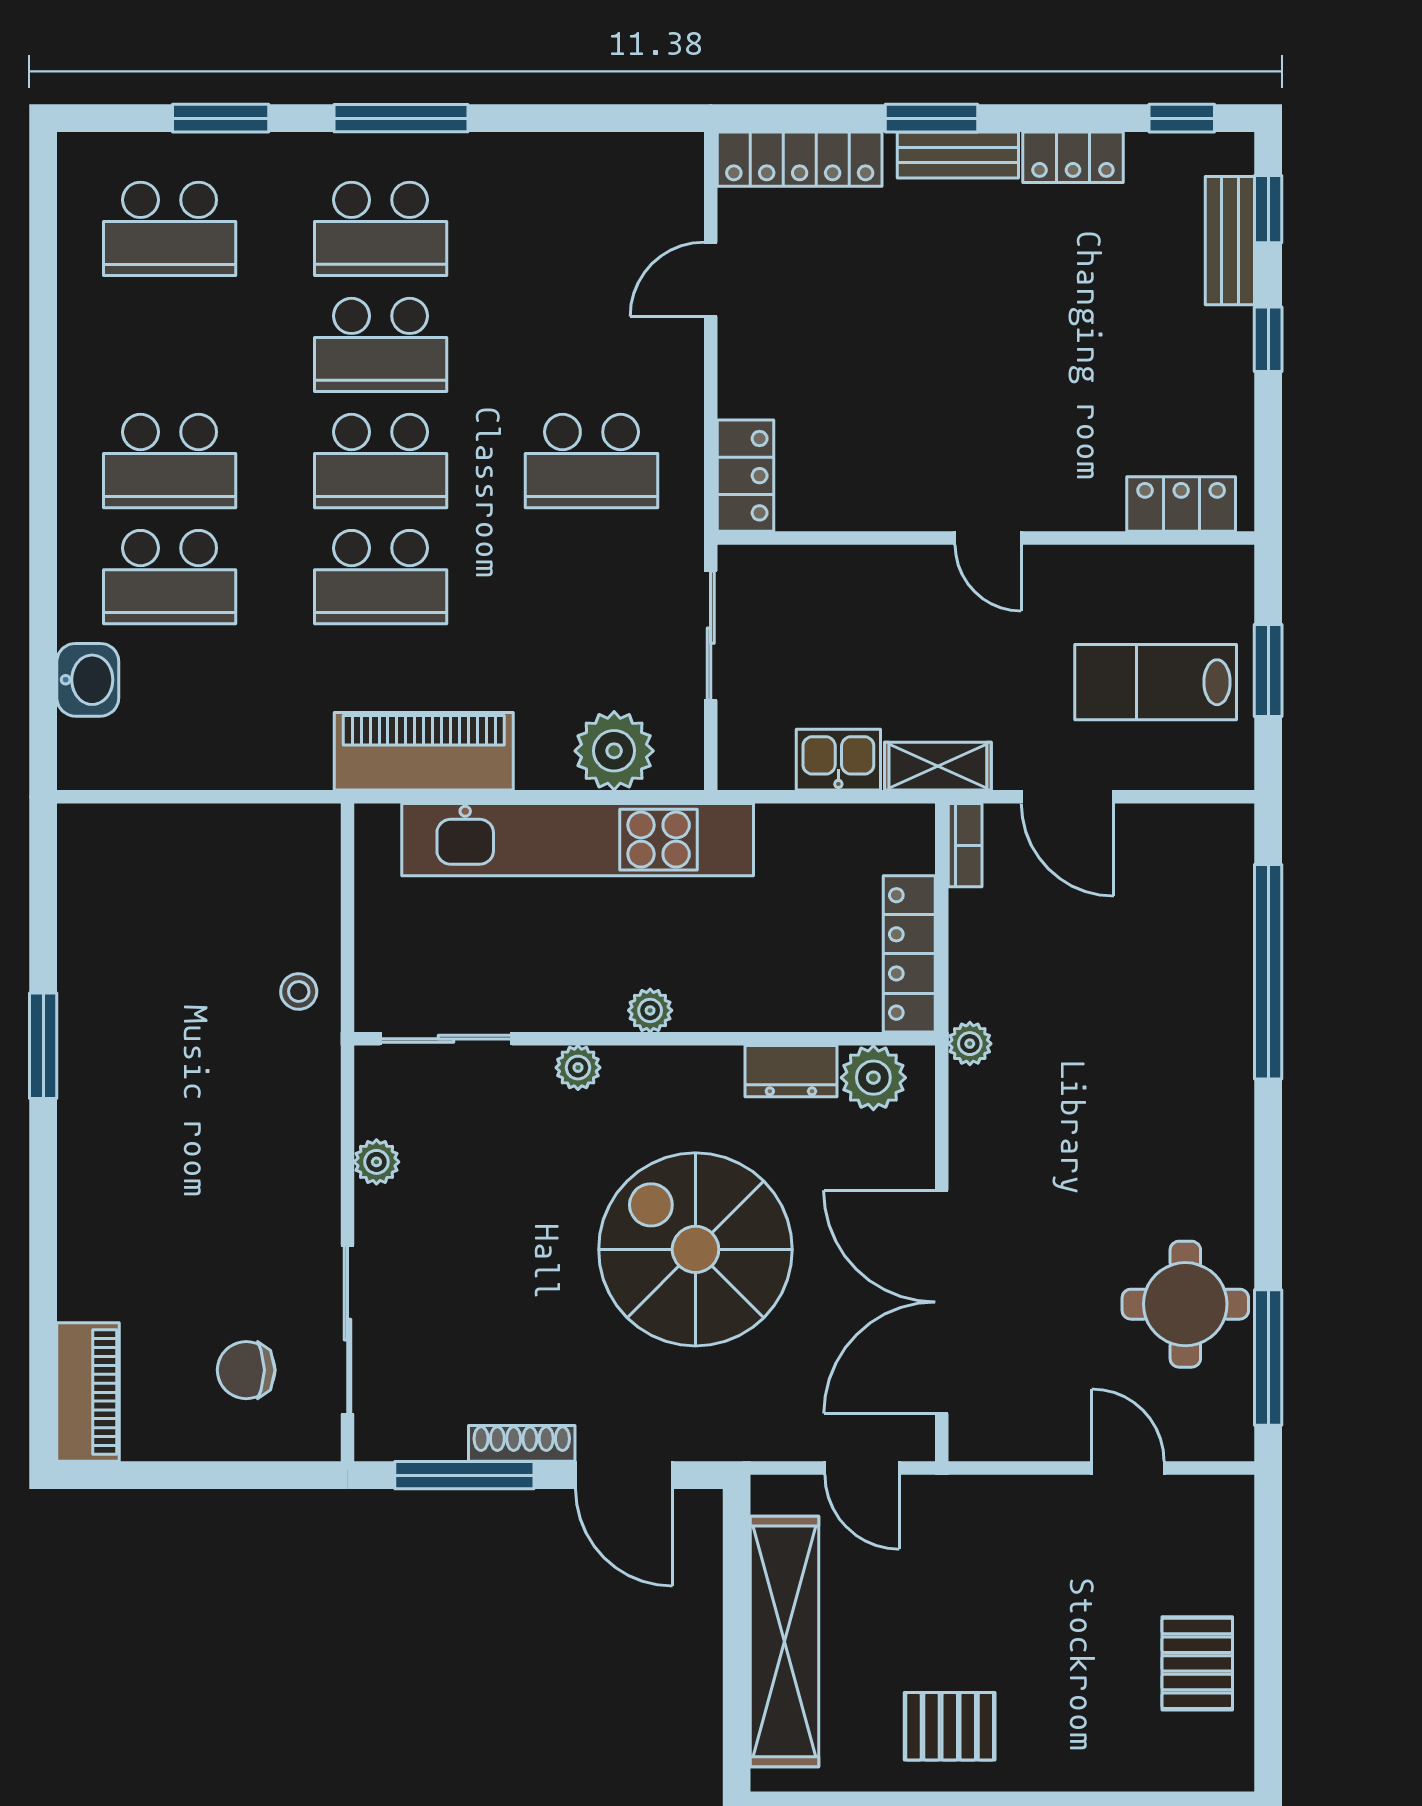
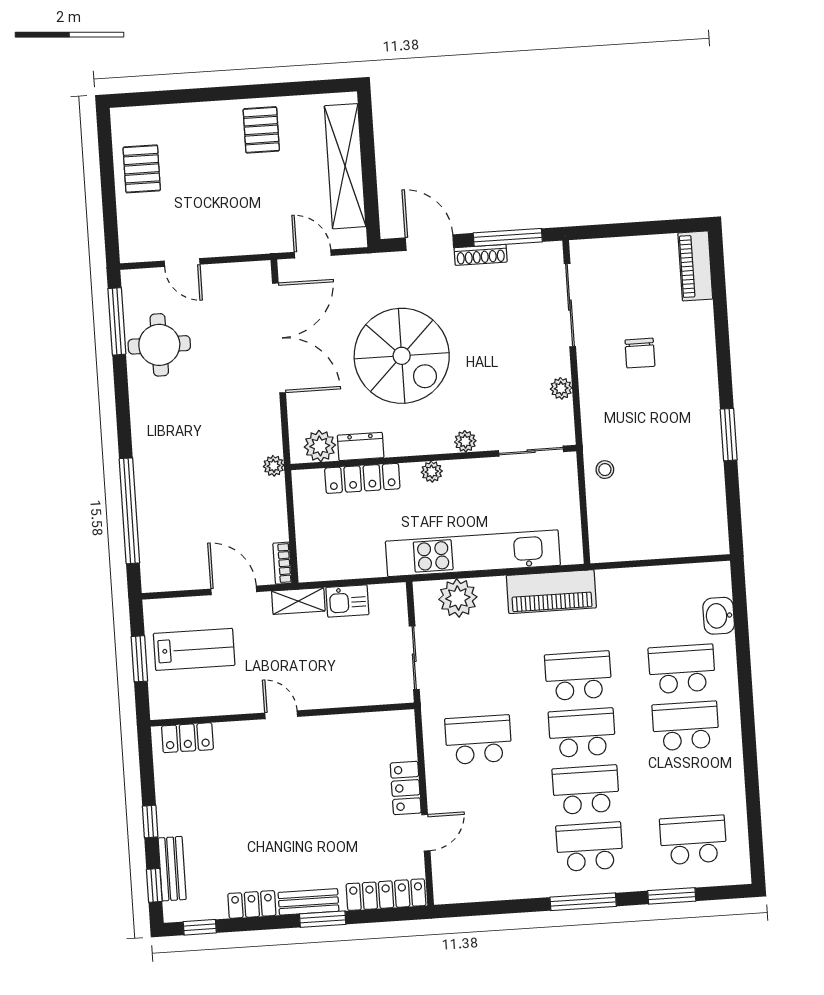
locker: (745, 476) -> (406, 788), moved
locker: (909, 954) -> (362, 478), moved, turned 90
chair: (246, 1370) -> (640, 353), moved, turned 90
pallet: (950, 1726) -> (261, 130), turned 90

